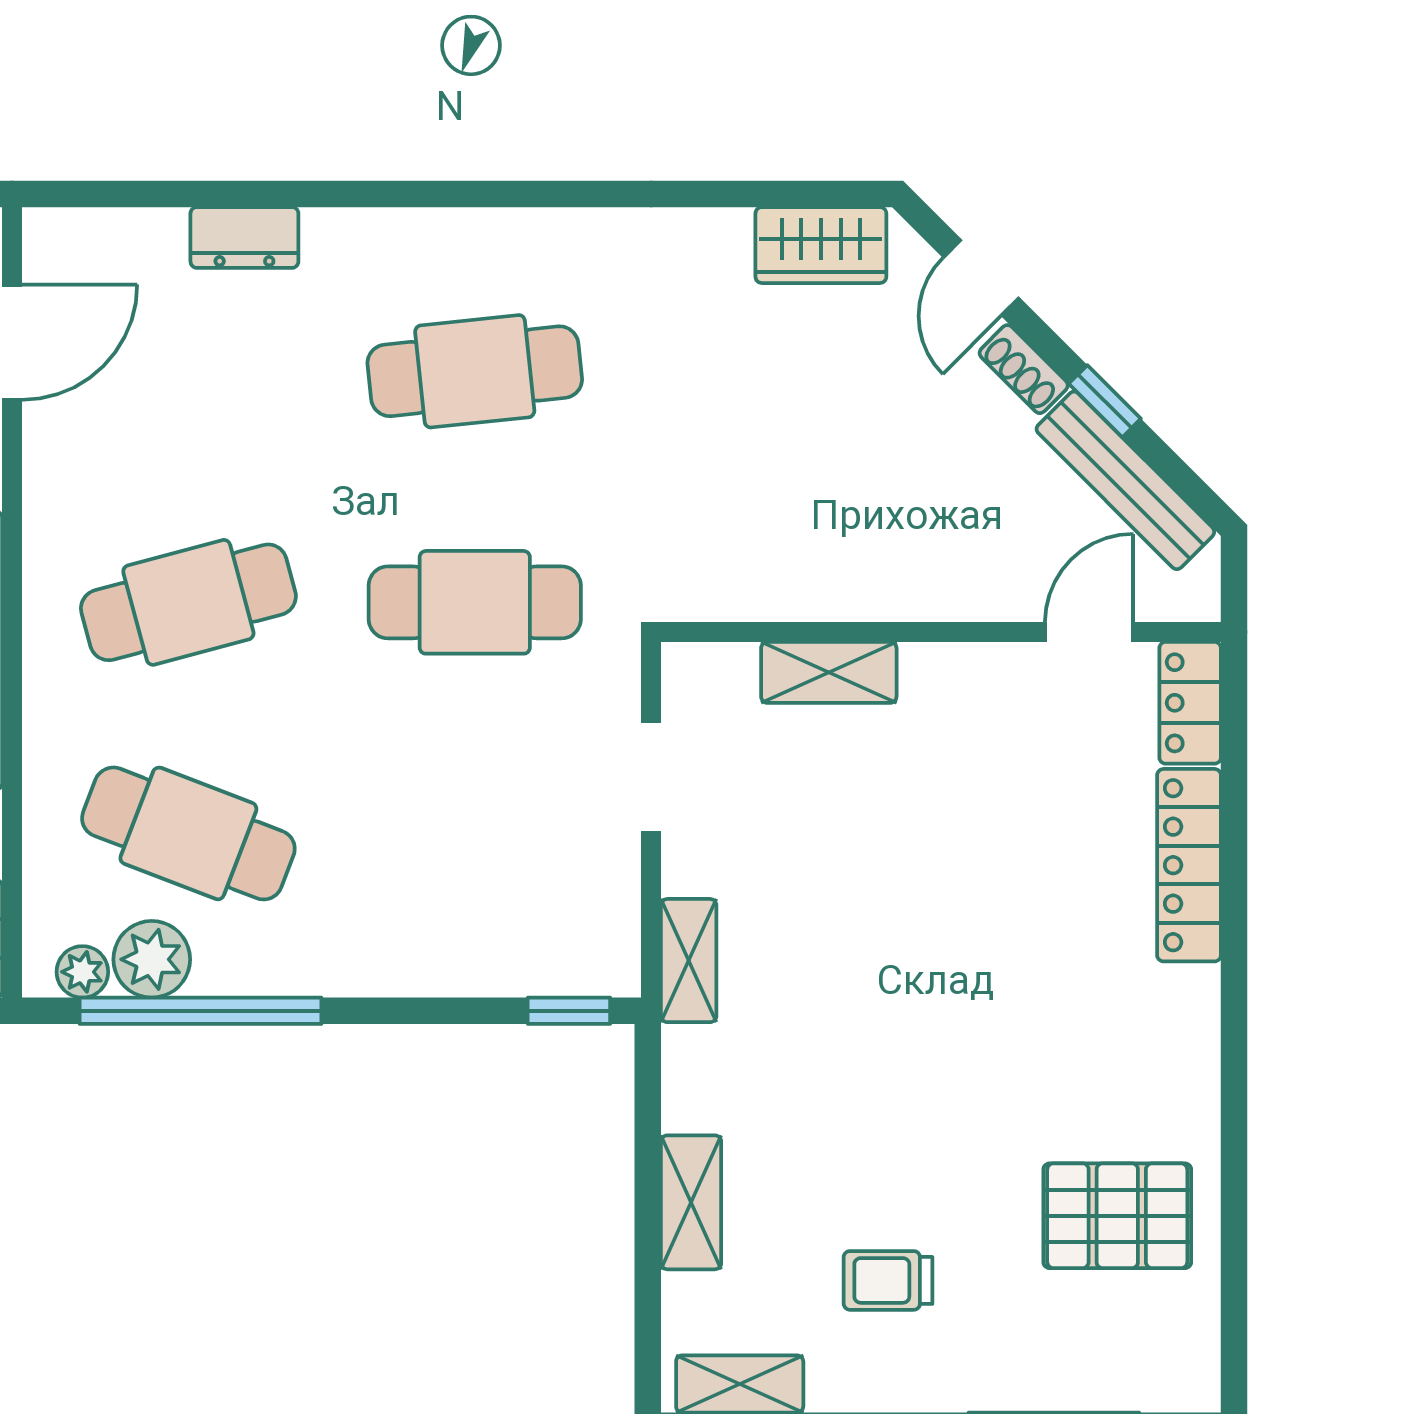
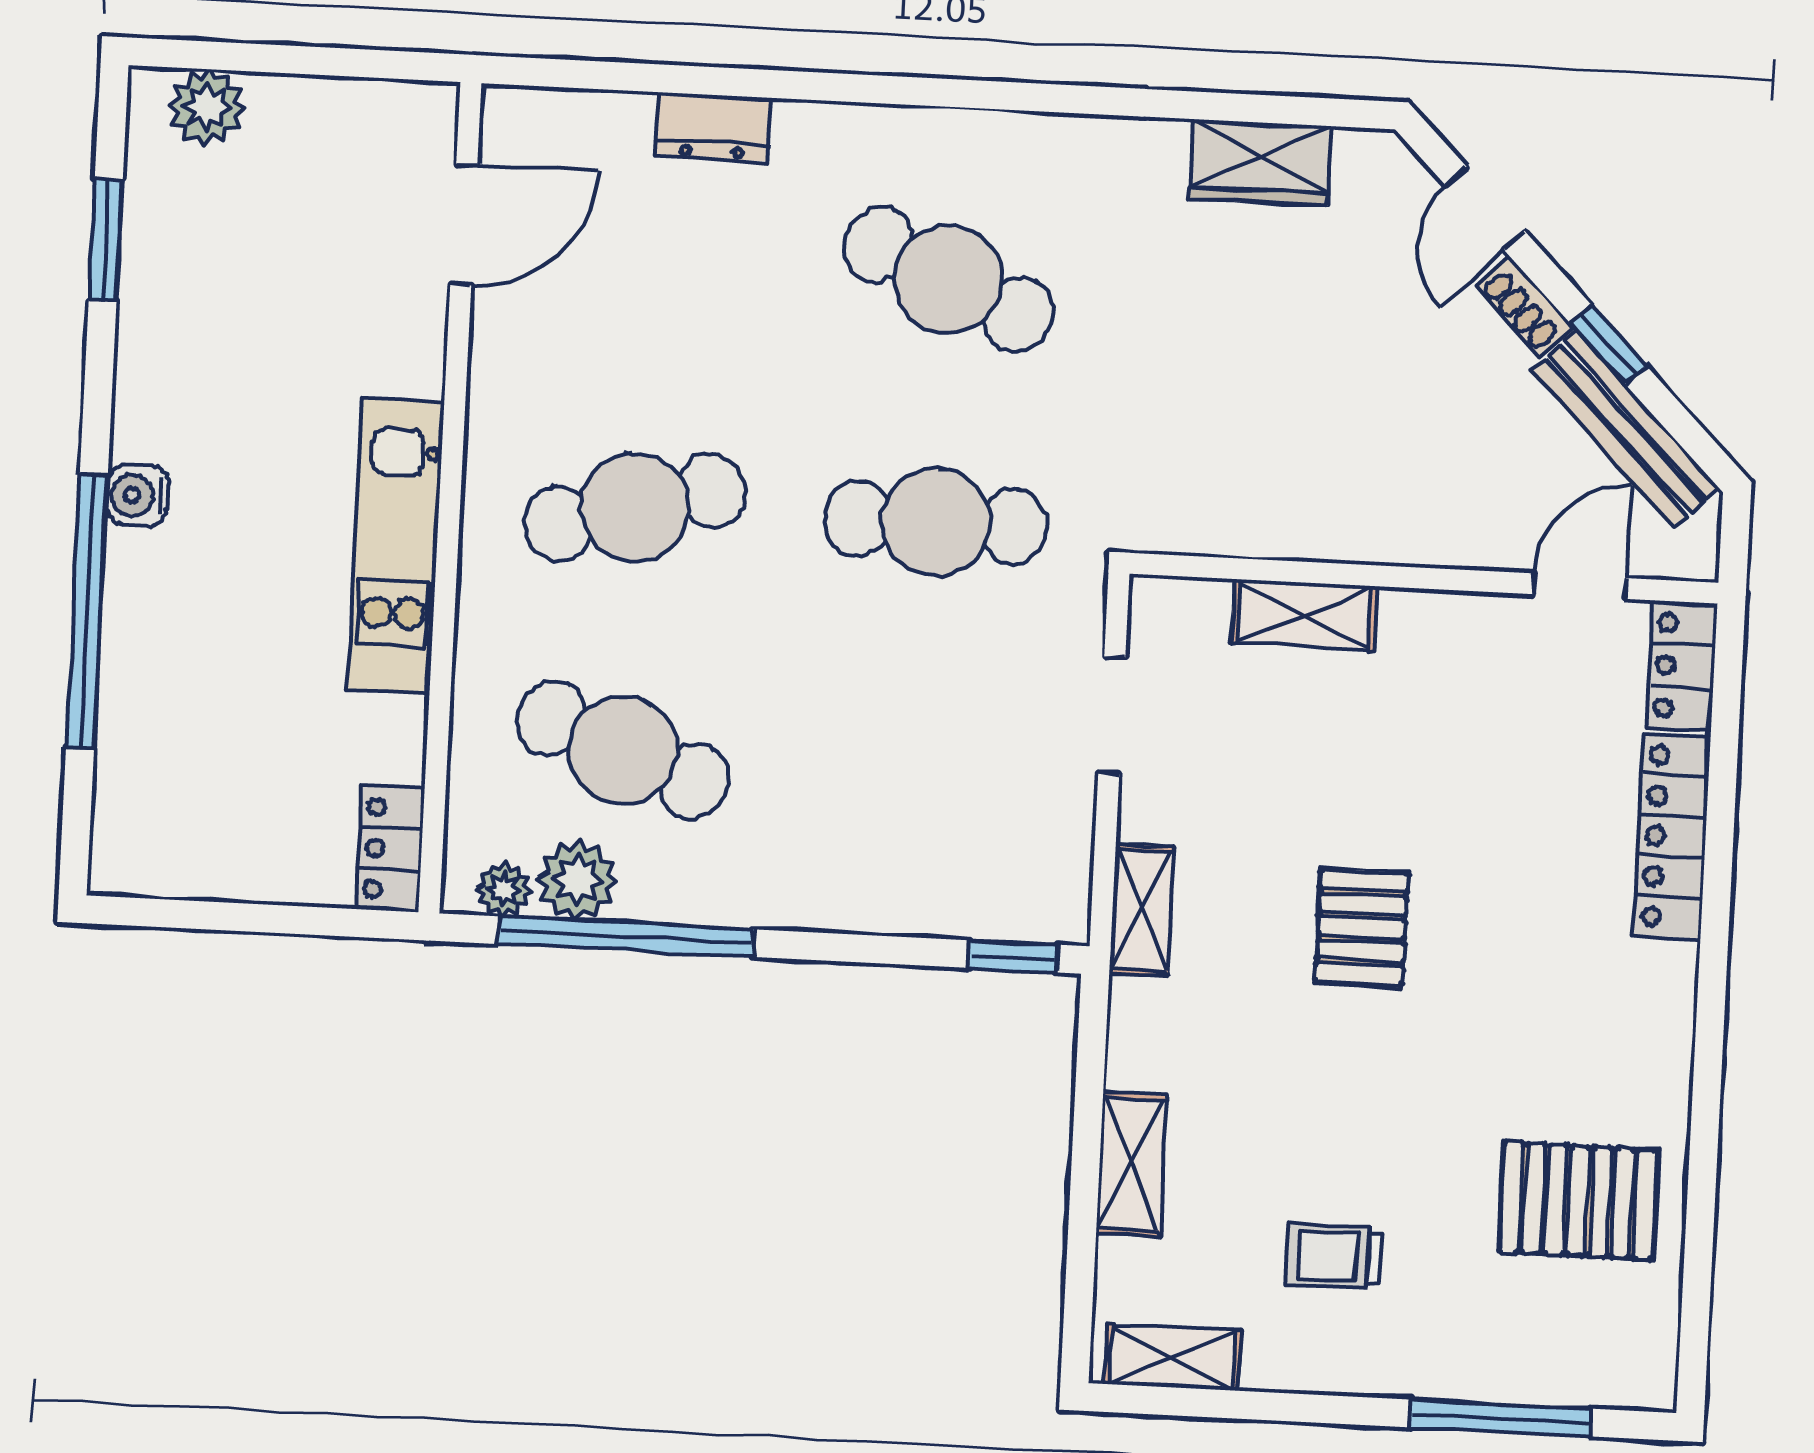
wardrobe: (821, 245) -> (1261, 163), moved
cafe table: (475, 371) -> (948, 280), turned 30
pallet: (899, 967) -> (1362, 927), added

